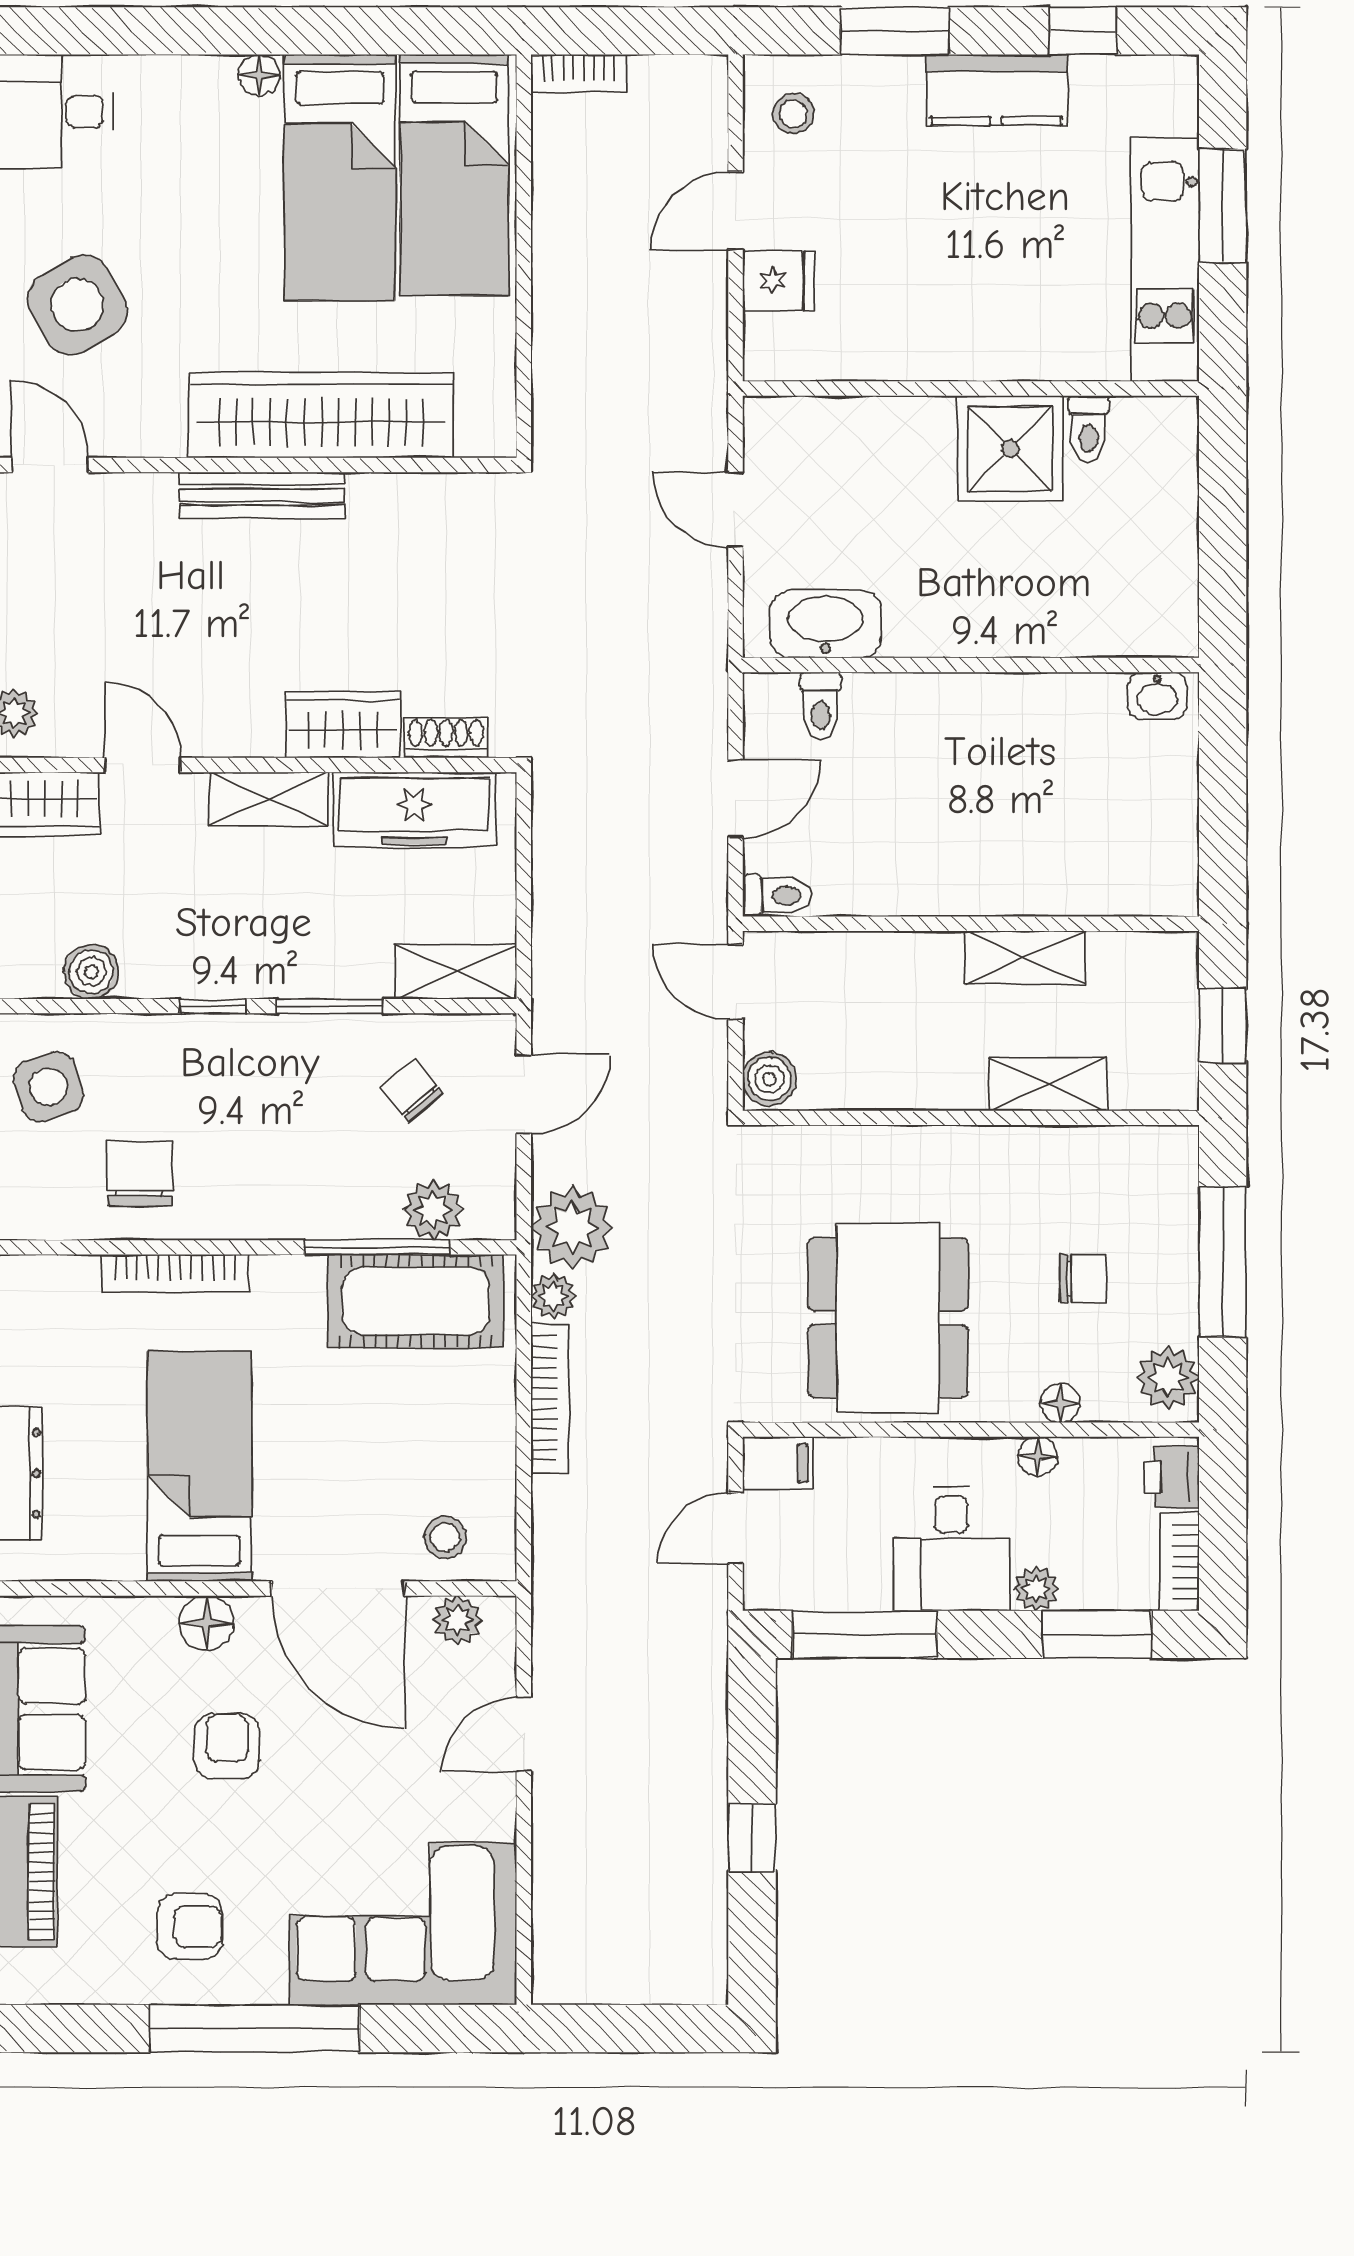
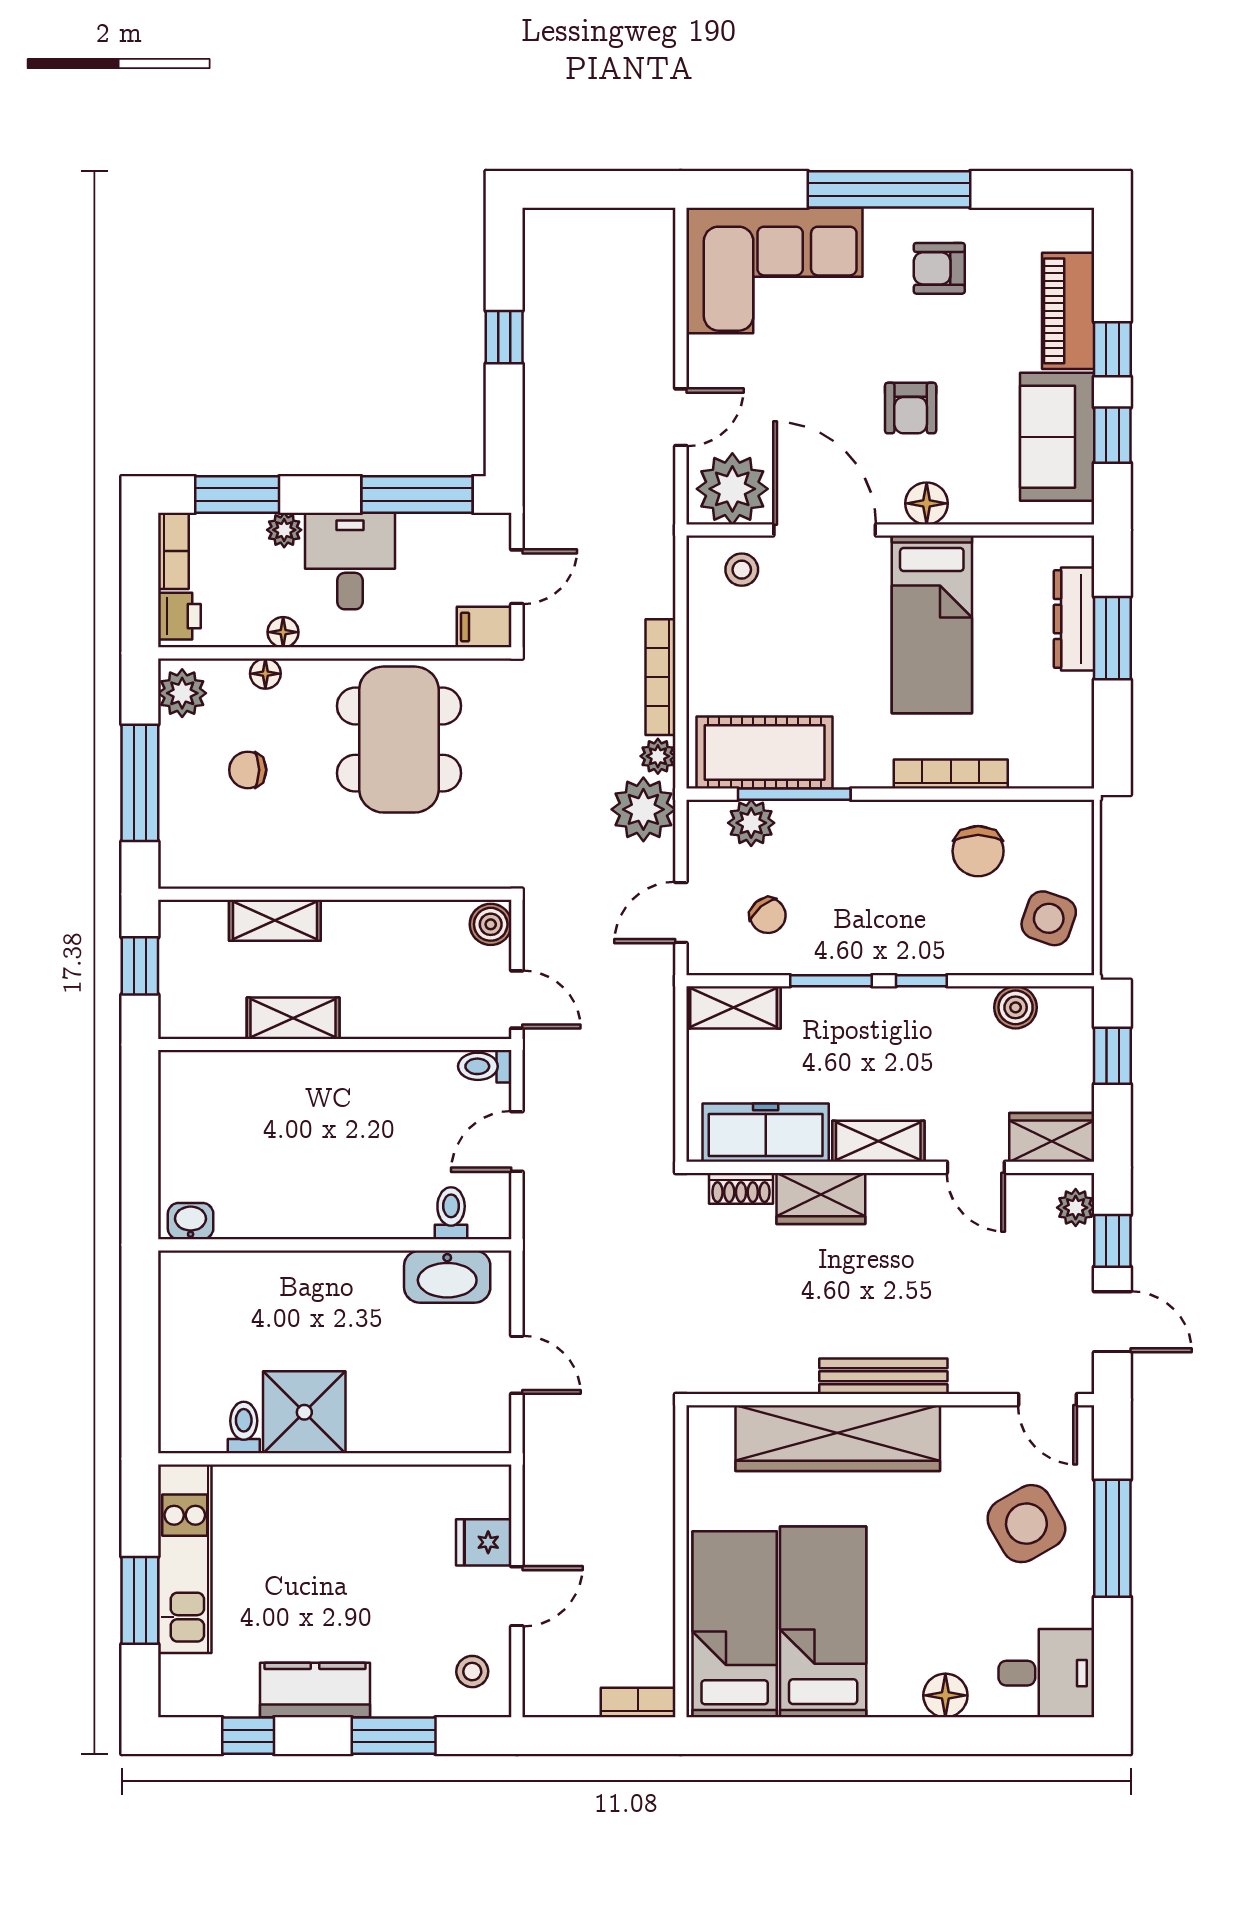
floor lamp: (259, 75) -> (945, 1695), moved, width x1.37, depth x1.37
side table: (48, 1087) -> (1049, 918), turned 36
plant: (457, 1620) -> (732, 489), width x1.88, depth x1.88

